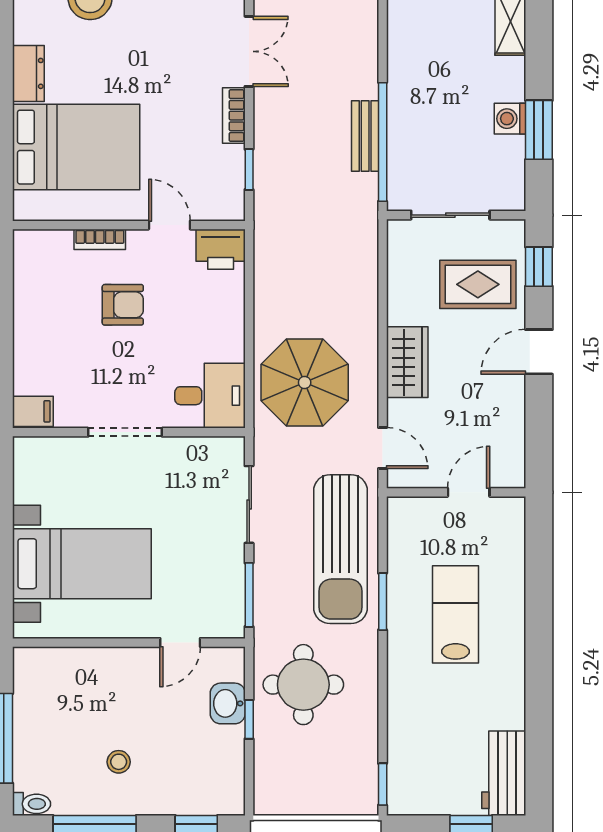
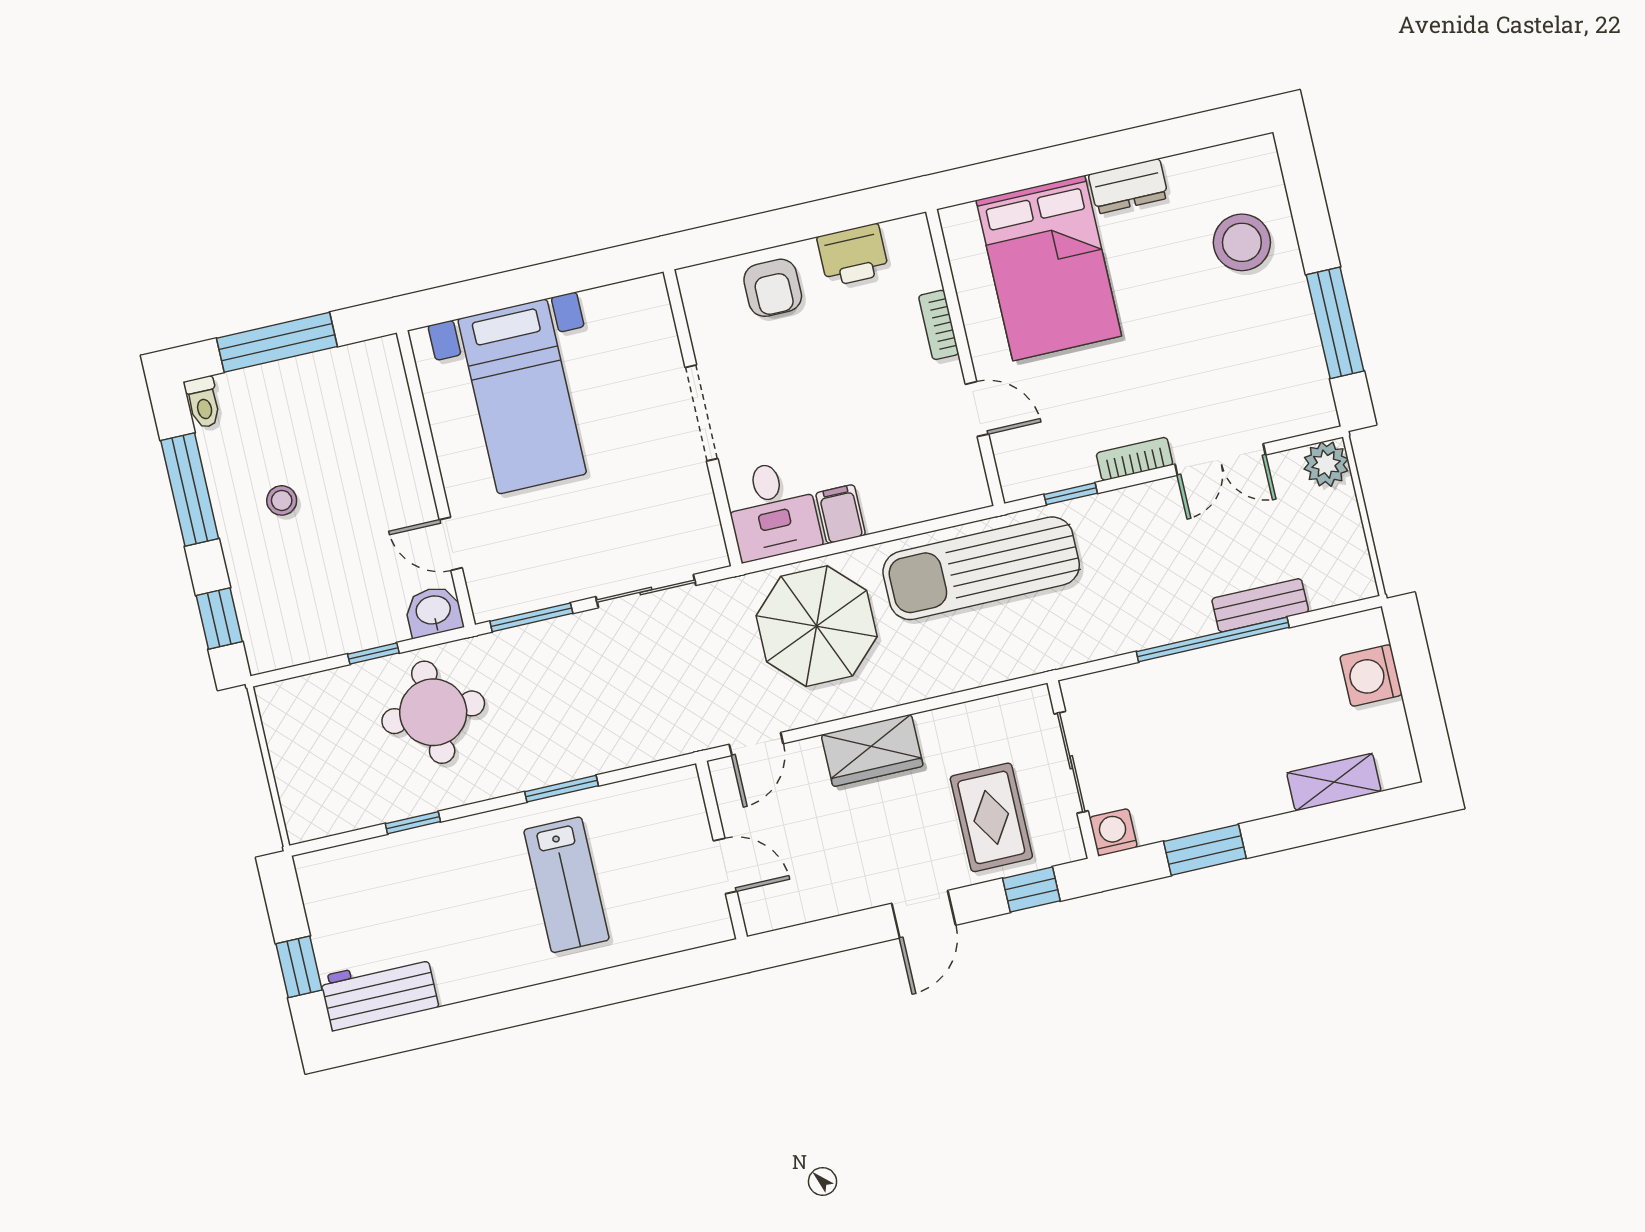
washing machine: (510, 119) -> (1113, 832), moved
bench: (365, 136) -> (1260, 605), moved
window: (383, 142) -> (1213, 640), moved
door: (169, 225) -> (977, 409), hinge flipped
printer: (221, 249) -> (853, 255), moved, turned -90
armchair: (123, 305) -> (773, 288), moved
door: (539, 352) -> (924, 914), swing flipped
filing cabinet: (33, 411) -> (841, 514), moved, turned 180
sun lounger: (340, 549) -> (981, 568), moved
lab bench: (456, 614) -> (566, 885), turned 90
washbasin: (228, 703) -> (434, 611), moved
window: (383, 784) -> (413, 823), moved

